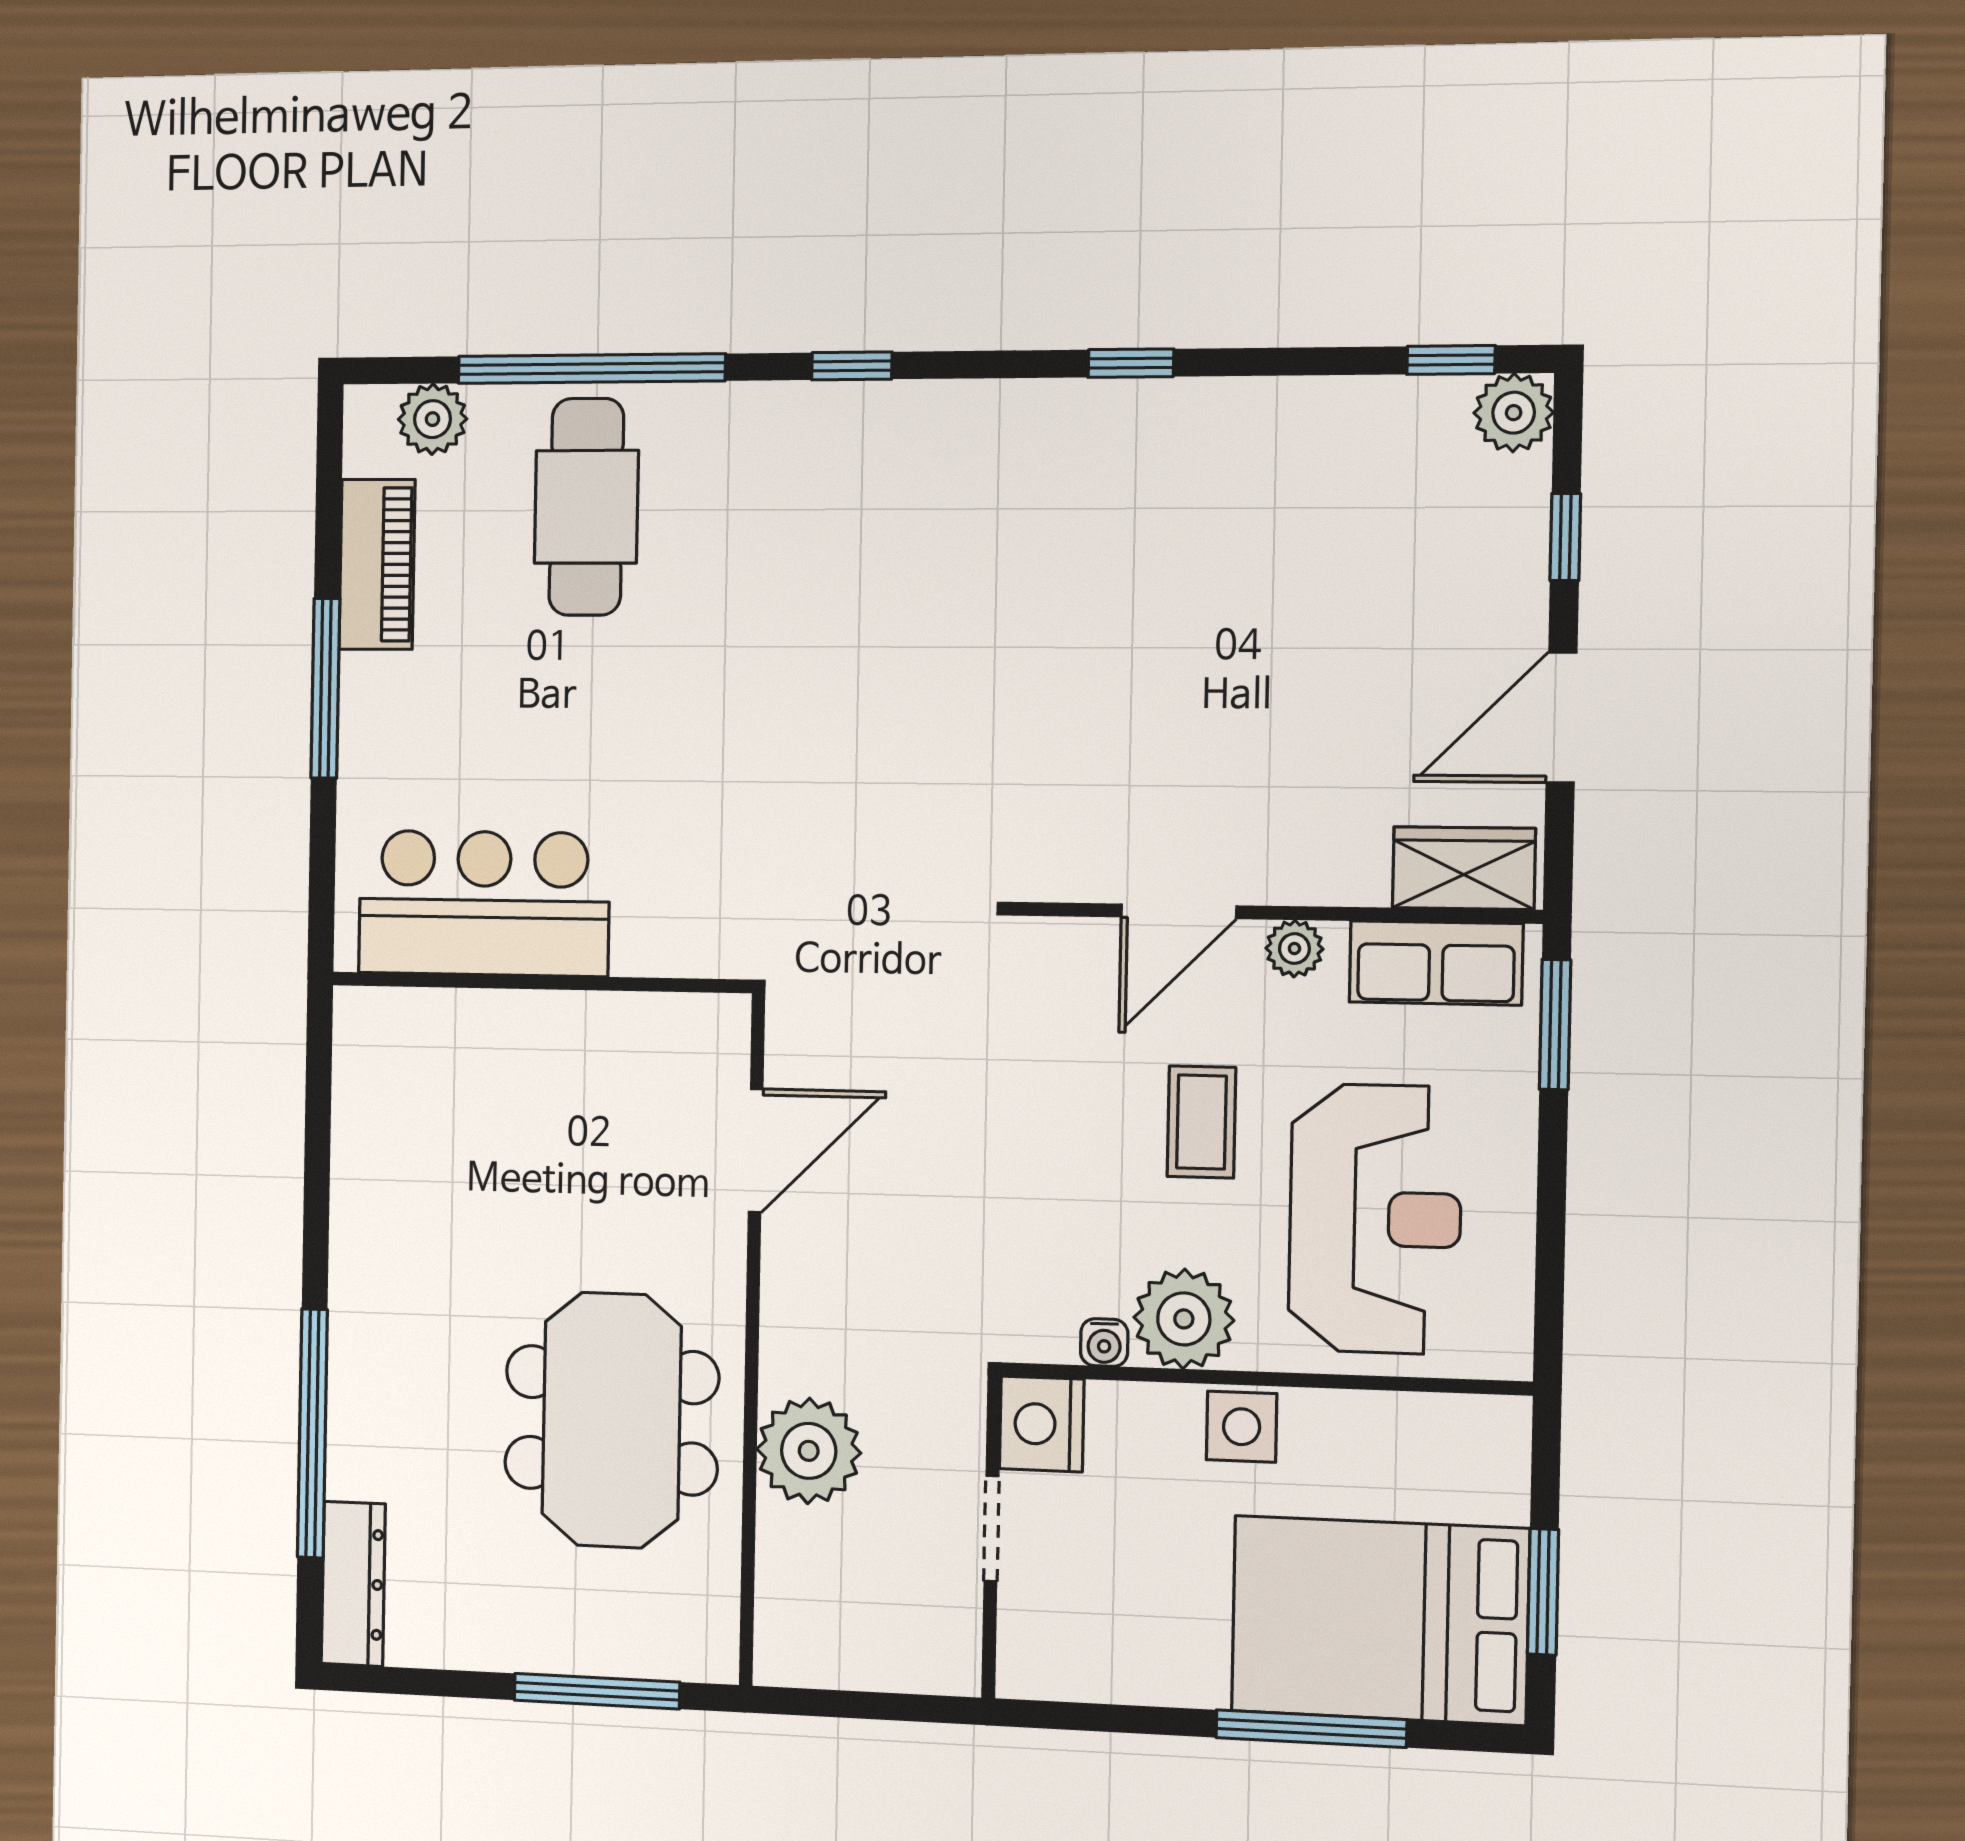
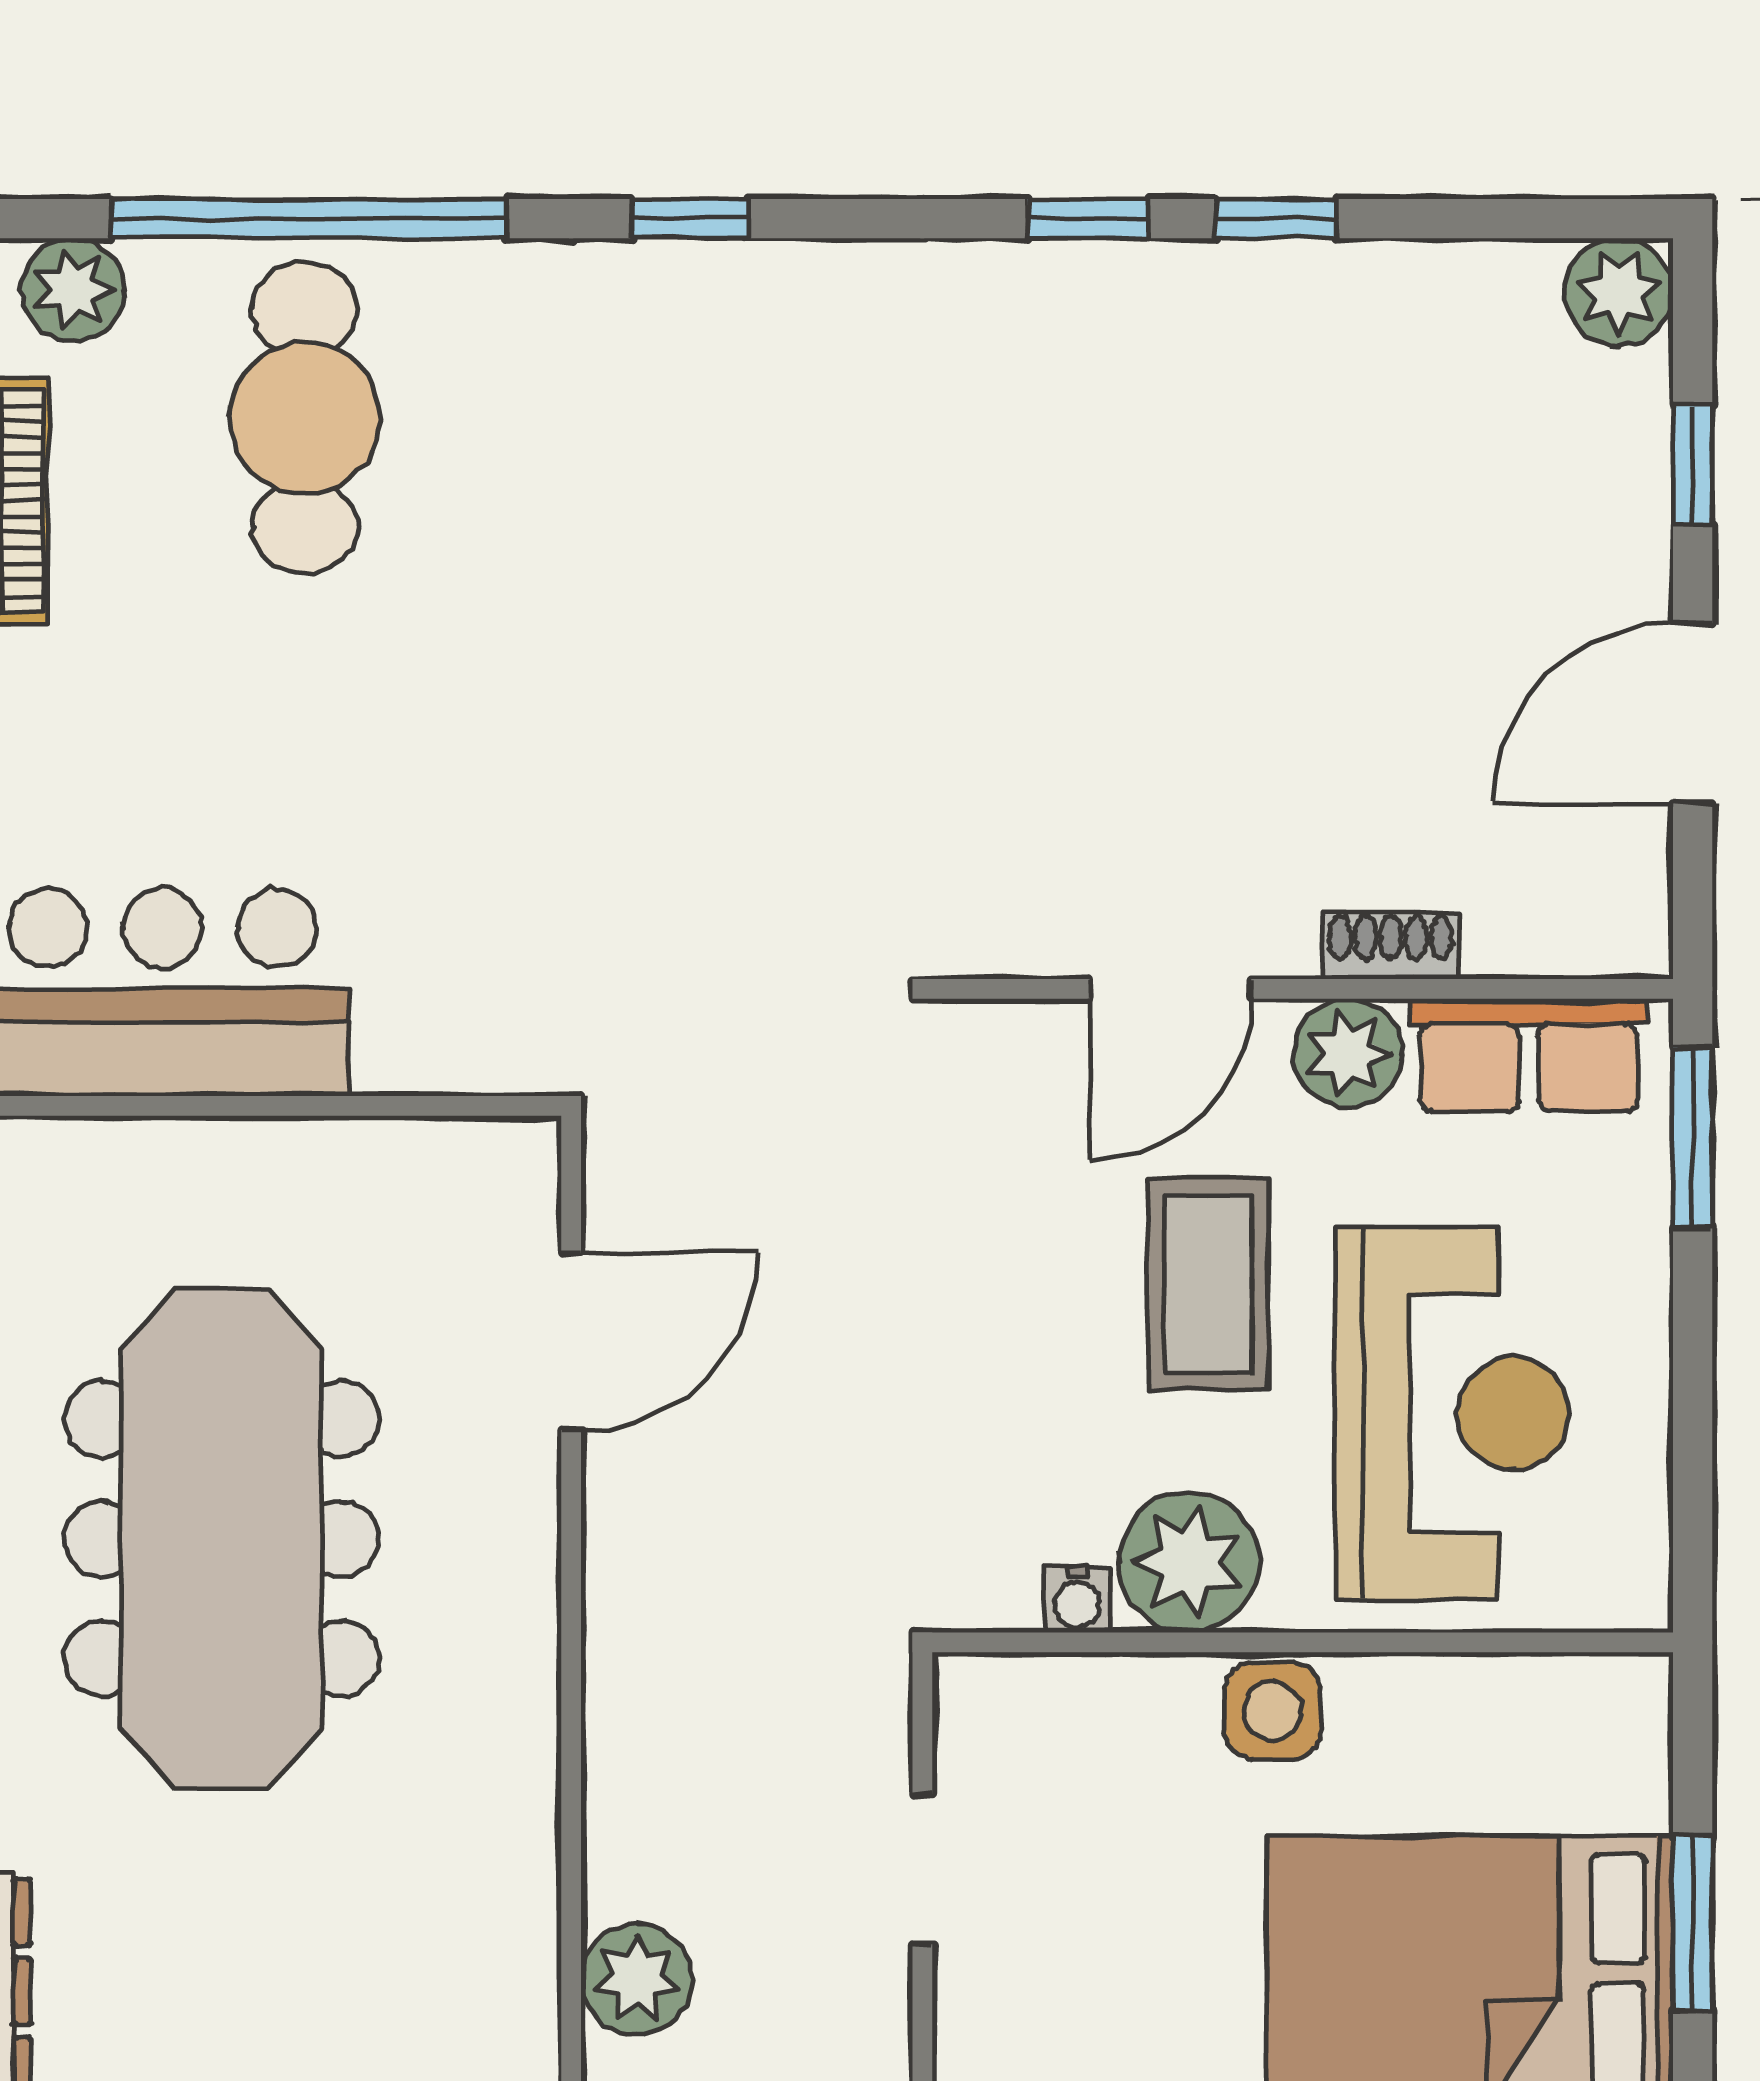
window: (1451, 360) -> (1276, 219), moved
wardrobe: (1464, 868) -> (1564, 923), removed
shoe rack: (1338, 883) -> (1391, 946), added
plant: (1294, 949) -> (1348, 1053), width x1.38, depth x1.38
coffee table: (1201, 1122) -> (1208, 1284), width x1.36, depth x1.30
meeting table: (612, 1420) -> (221, 1539), moved, width x1.36
nightstand: (1042, 1424) -> (991, 1718), removed
plant: (809, 1451) -> (637, 1979), moved, width x0.73, depth x0.73

